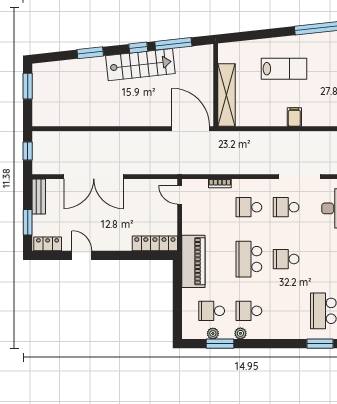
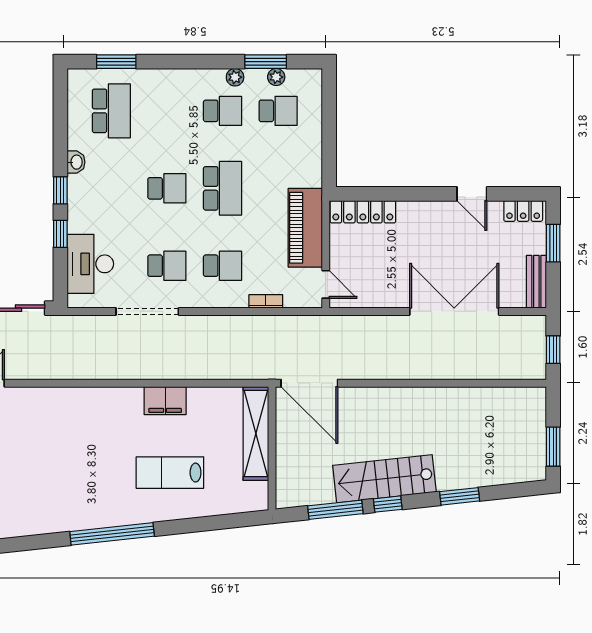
filing cabinet: (294, 117) -> (165, 401), width x2.00
piano: (193, 261) -> (305, 228), moved

